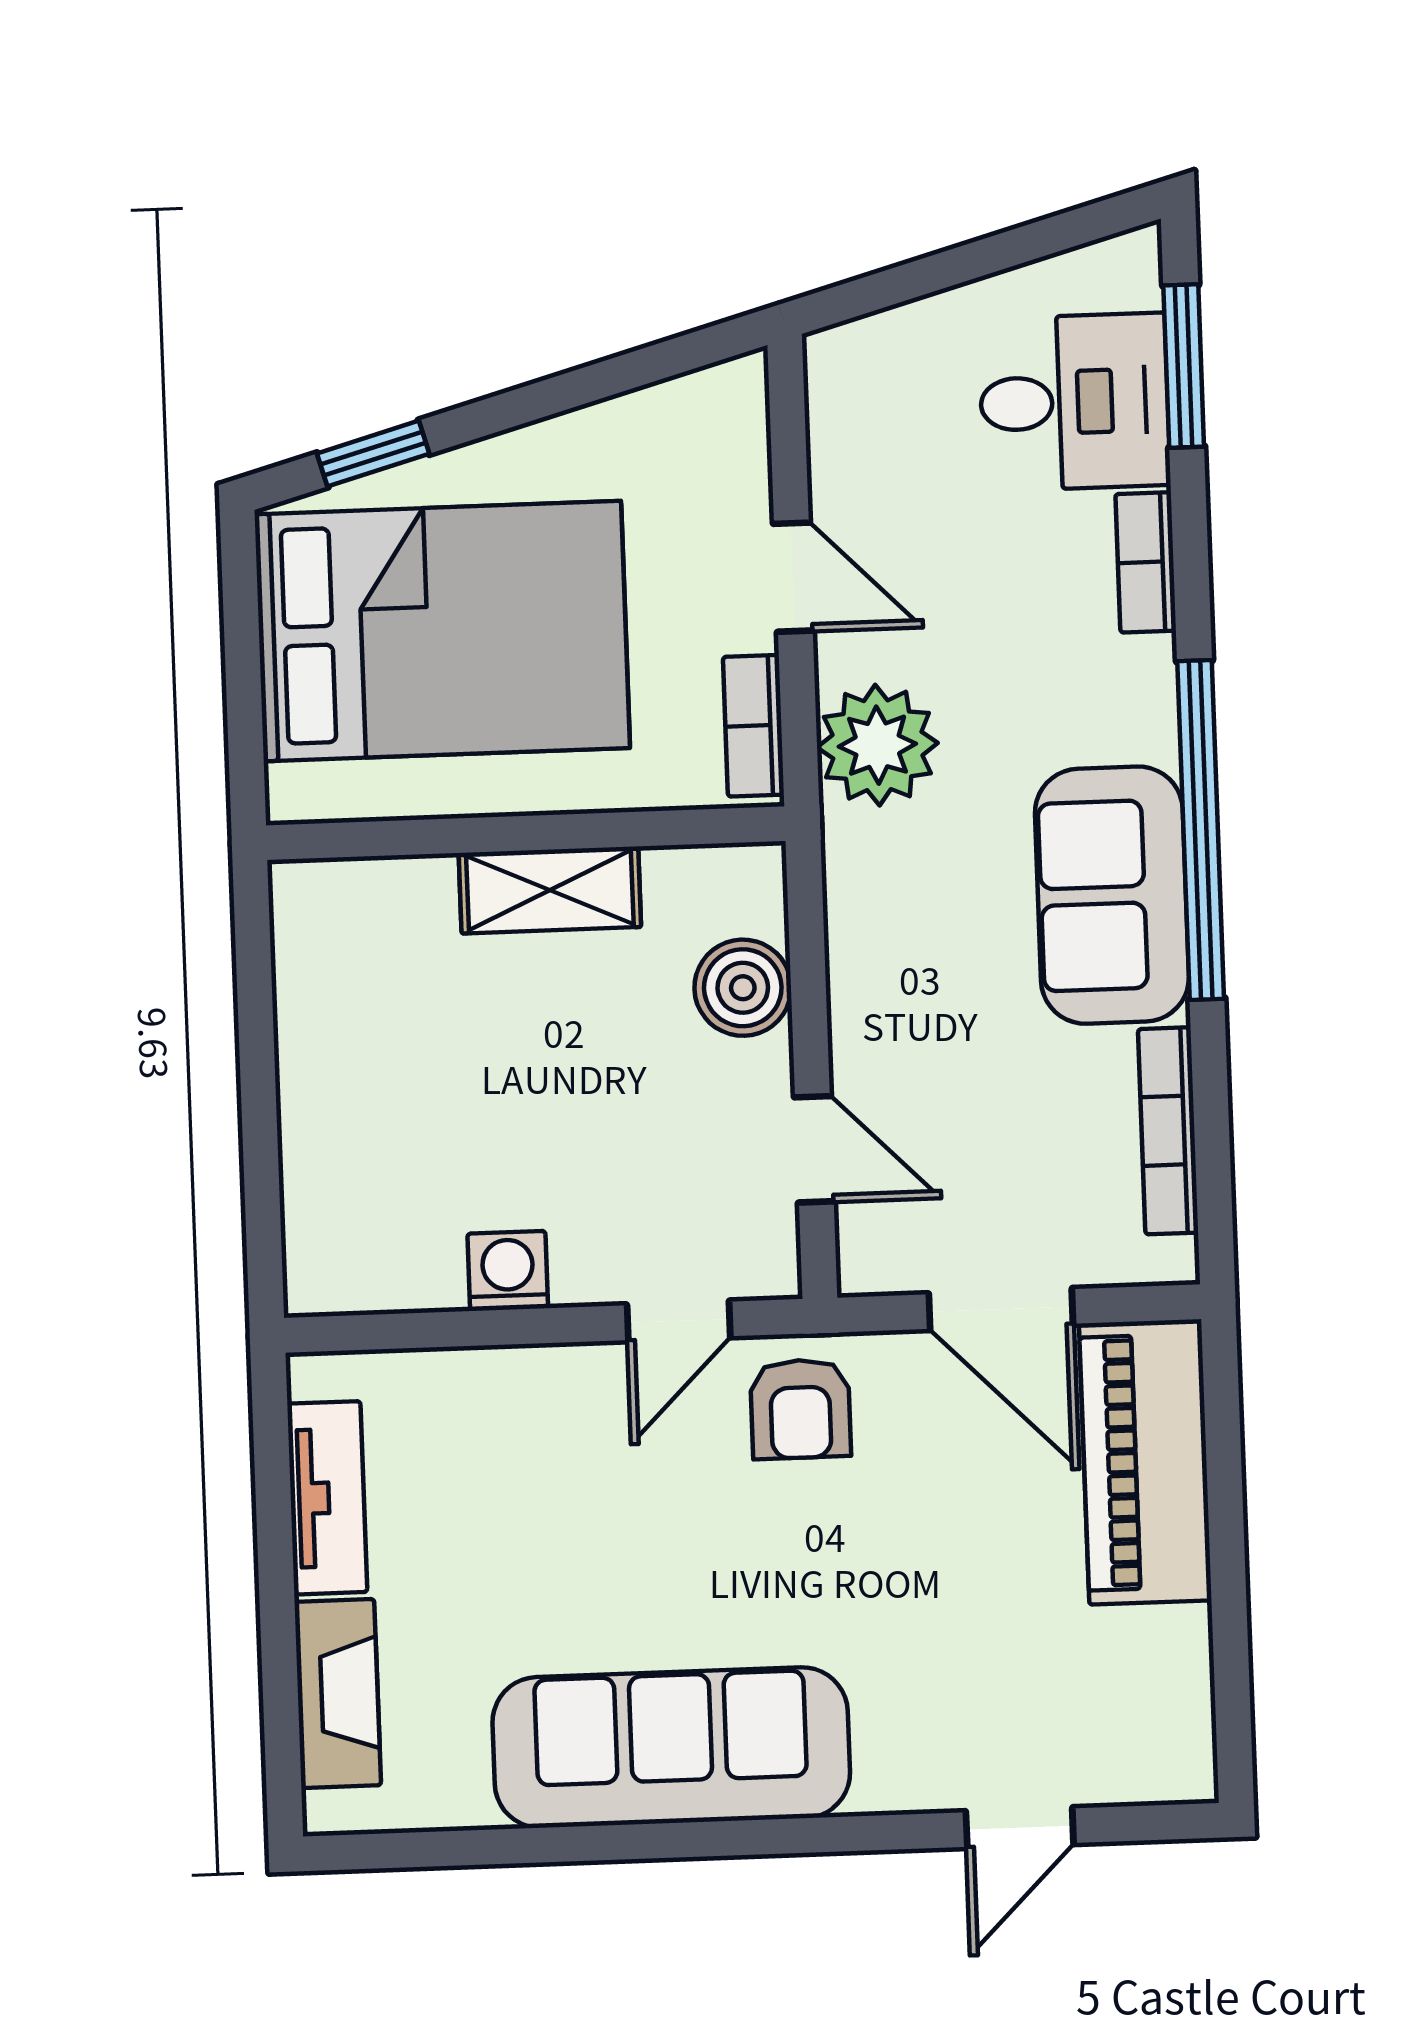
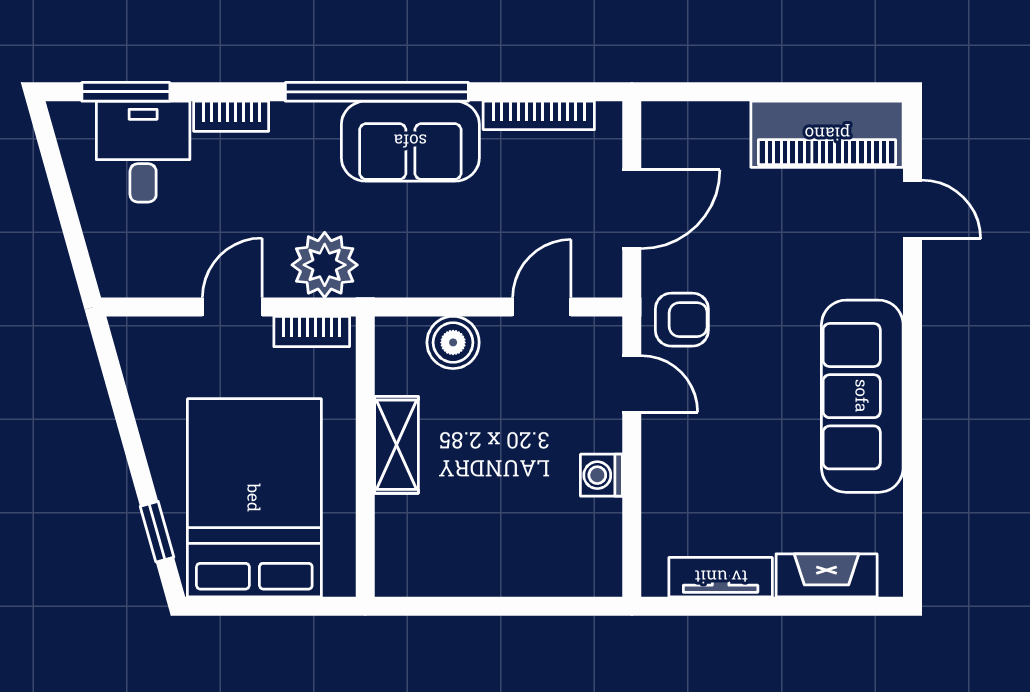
piano: (1145, 1462) -> (827, 134), moved

